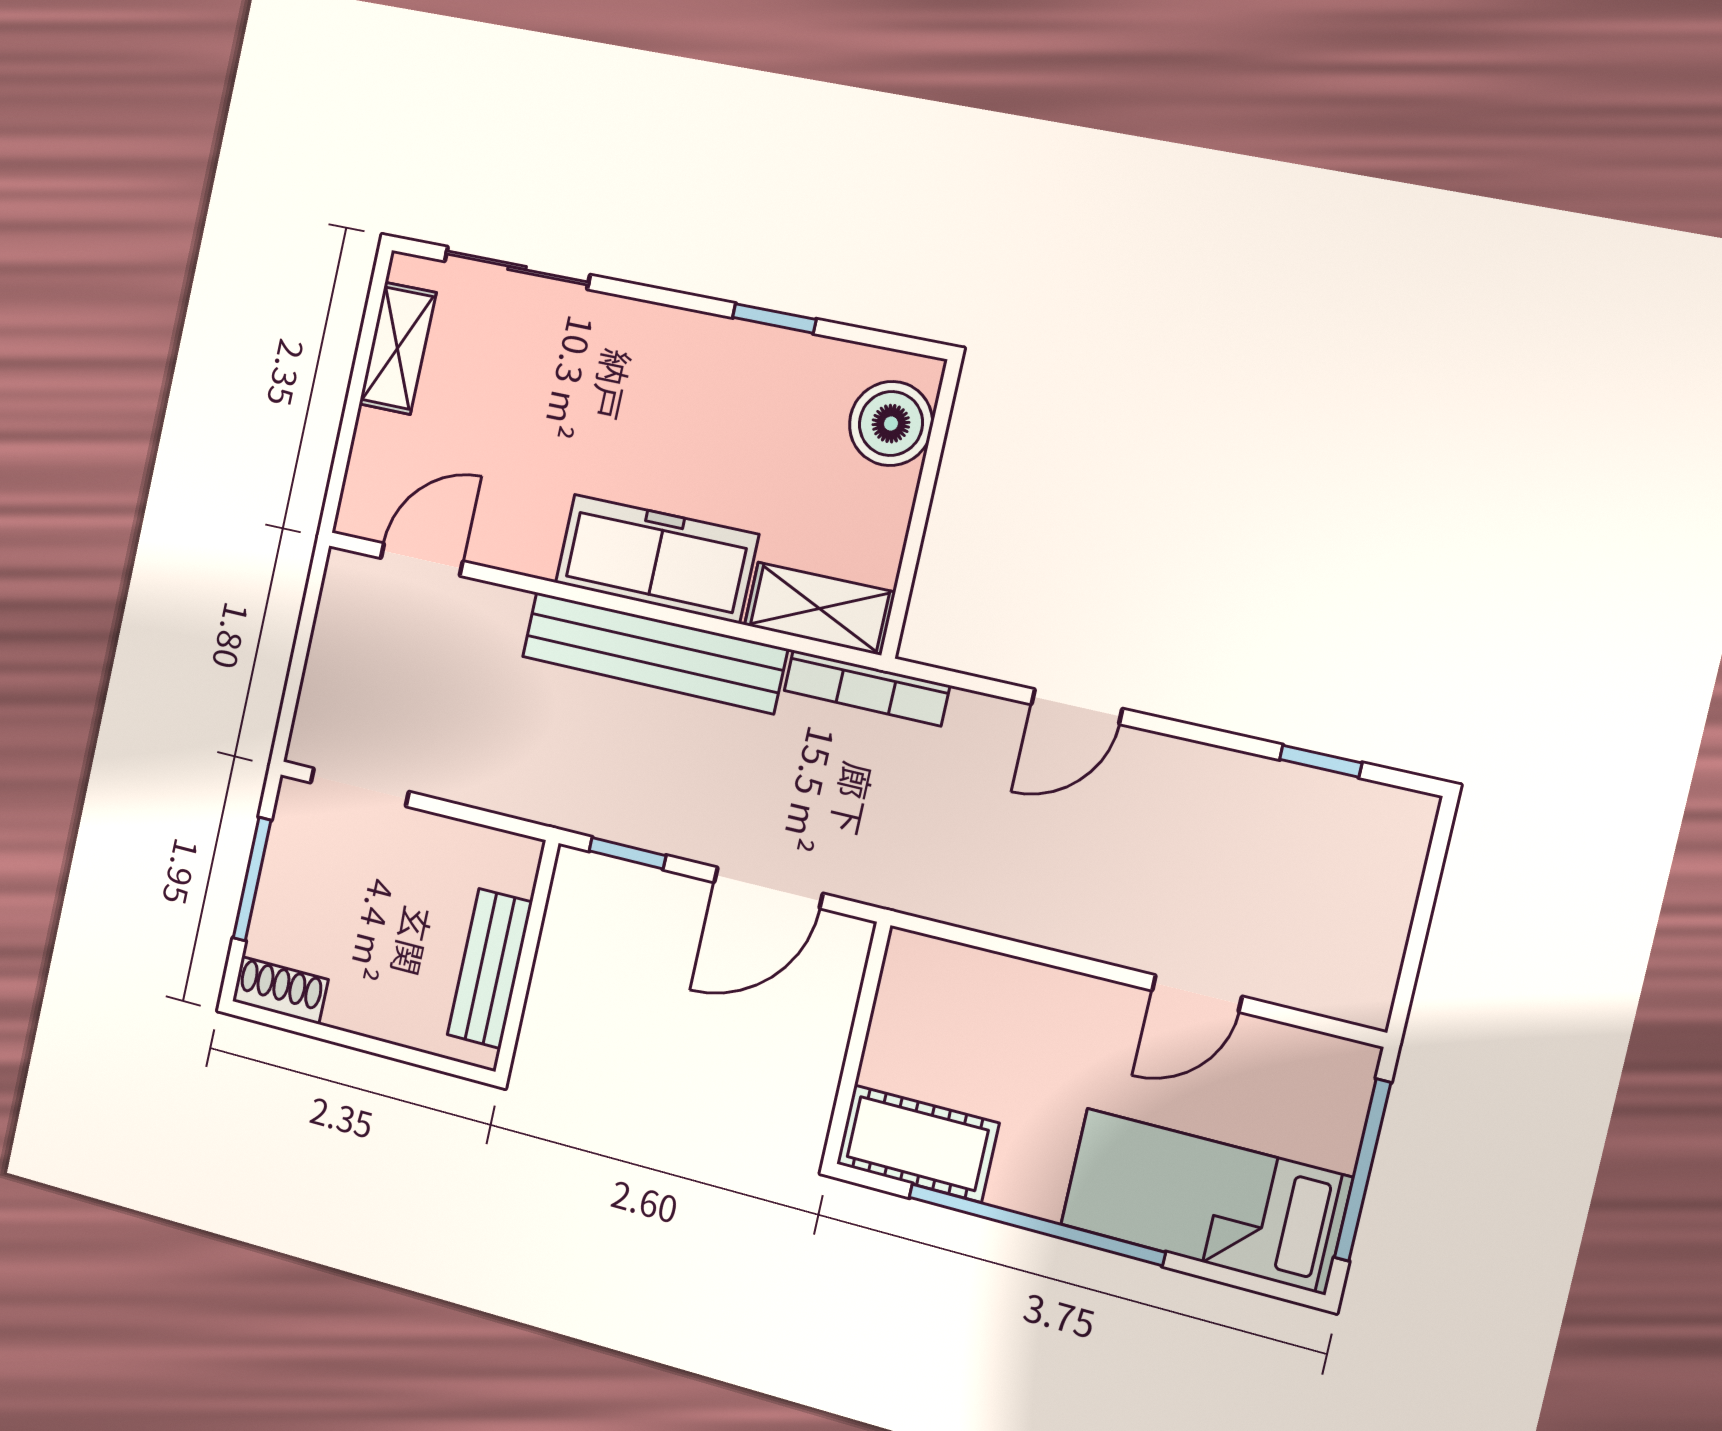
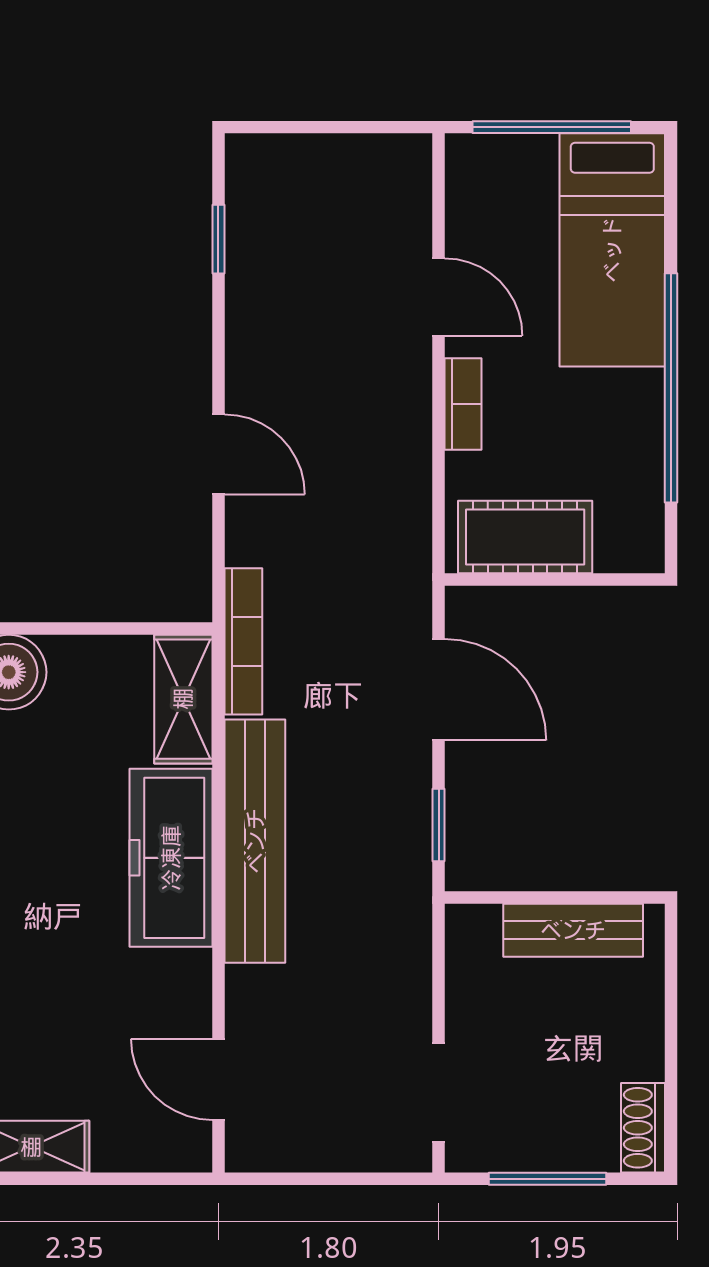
bookcase: (1071, 991) -> (463, 404), added
cot: (917, 1144) -> (525, 537), moved, turned 90

